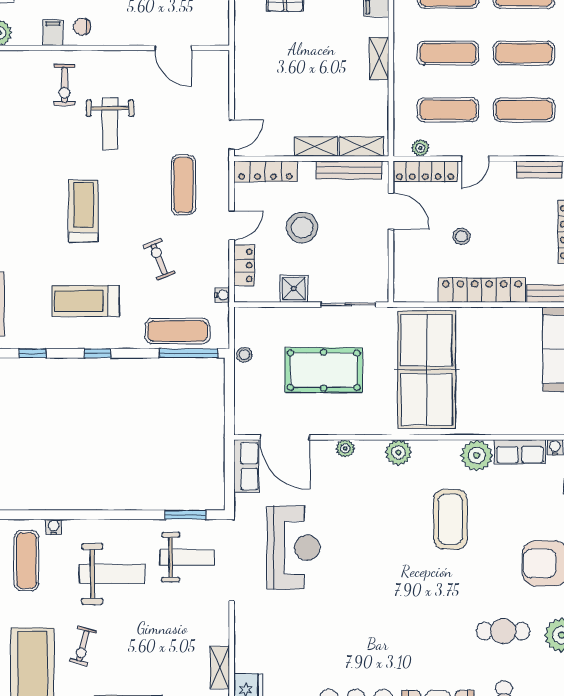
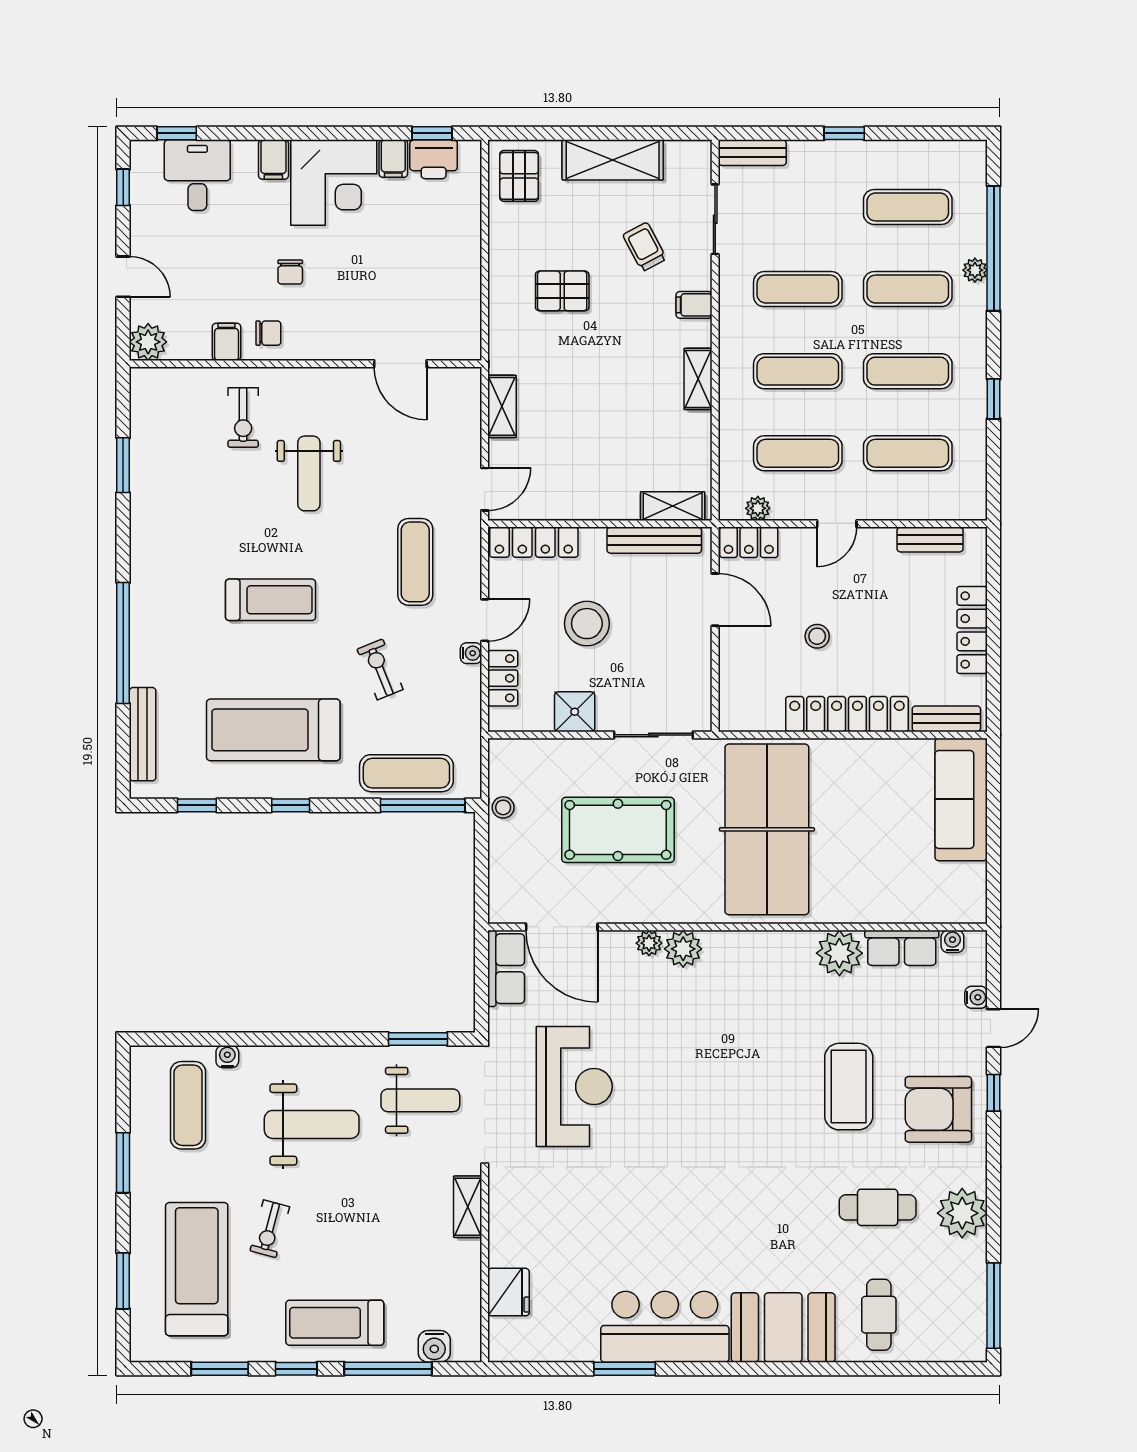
chair: (82, 27) -> (268, 333), turned 180
shelving: (316, 147) -> (502, 406), moved, turned 90
locker: (425, 171) -> (749, 542), width x0.66
treadmill: (83, 211) -> (271, 600), turned 90
water cooler: (222, 295) -> (471, 653), moved
treadmill: (85, 301) -> (273, 730), width x1.37, depth x1.38
plant: (399, 452) -> (683, 949), moved
coffee table: (450, 519) -> (849, 1087), moved
shelving: (220, 667) -> (468, 1207), moved

